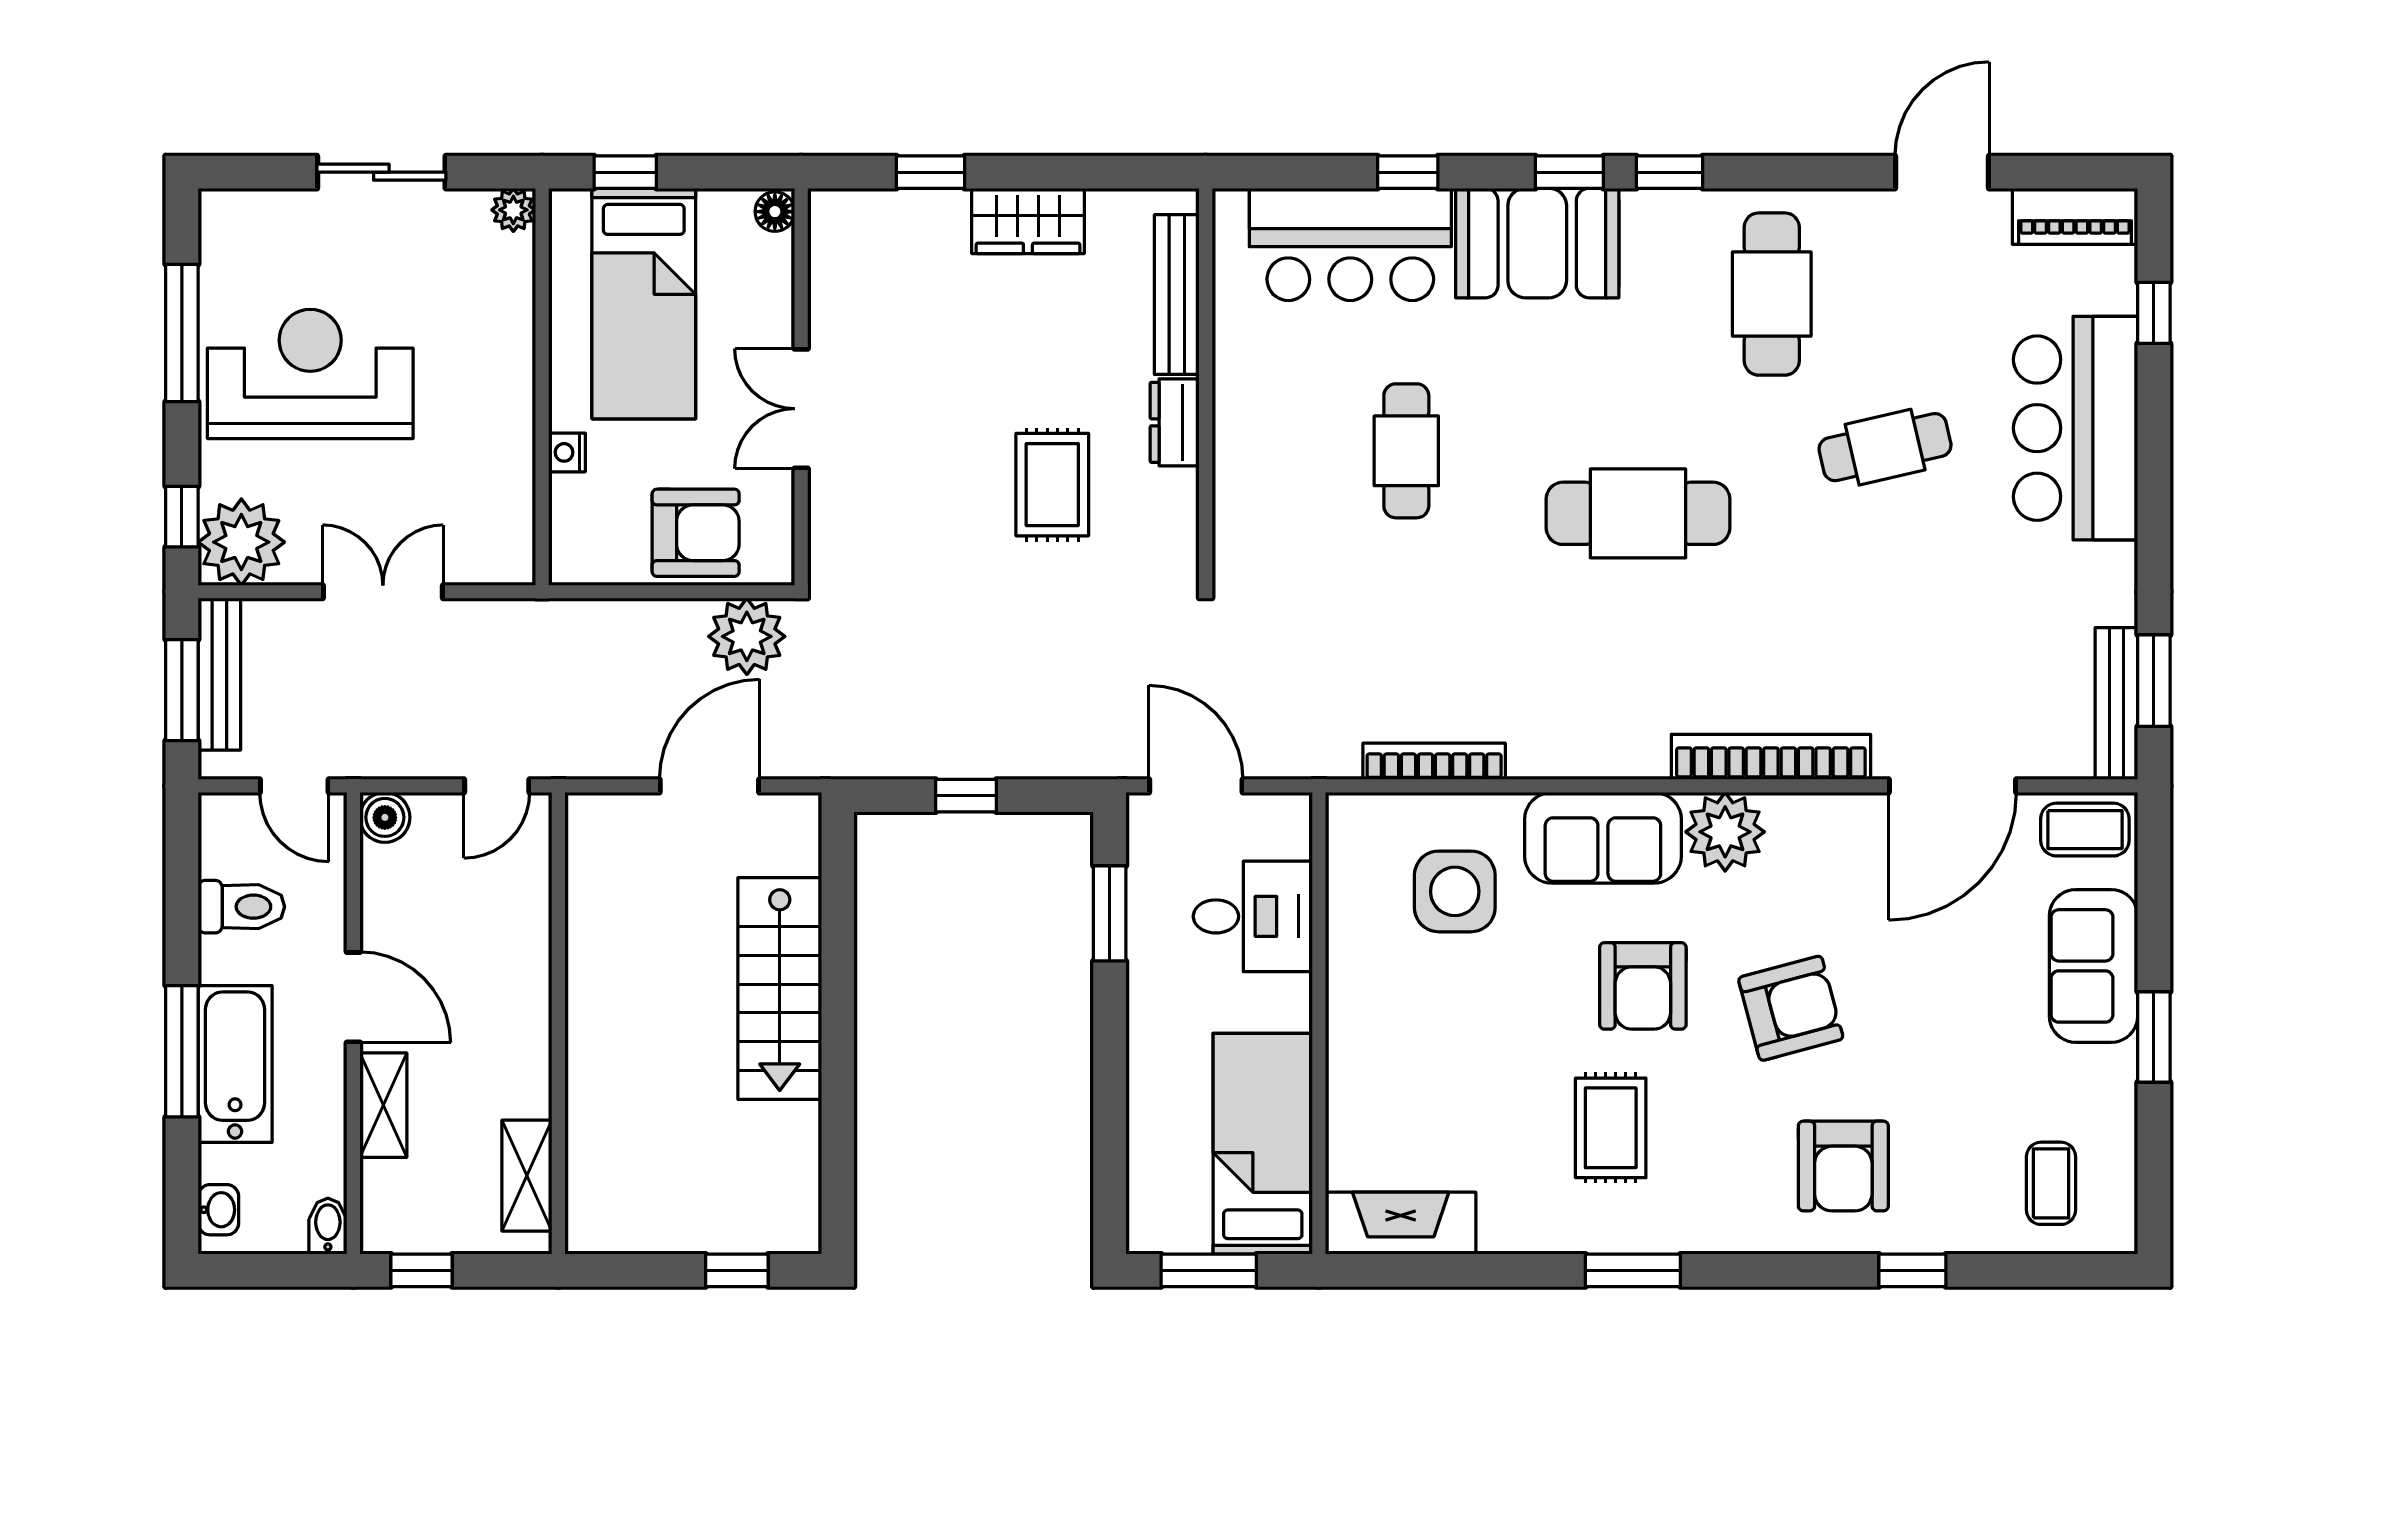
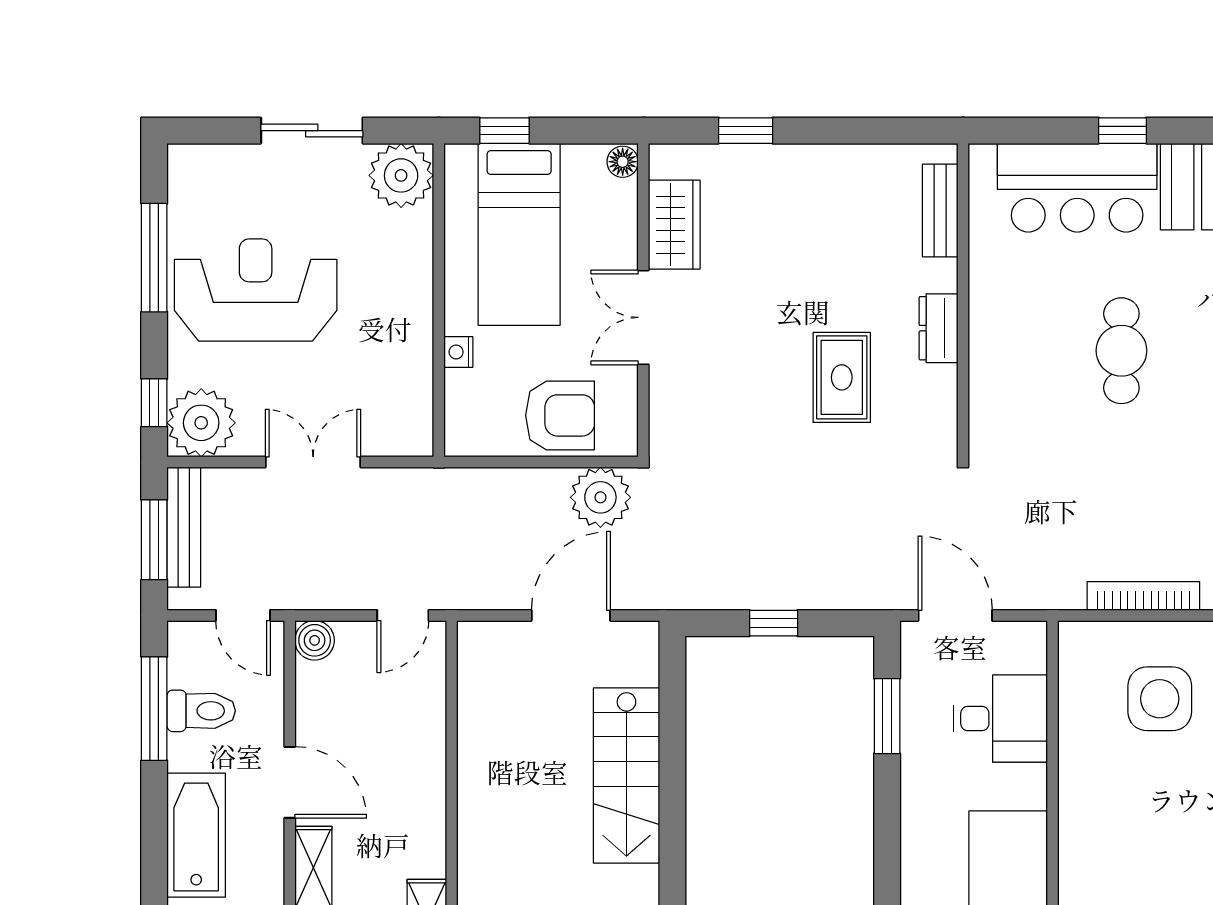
plant: (513, 210) -> (401, 175), width x1.87, depth x1.87
wardrobe: (1028, 221) -> (674, 225), moved, turned -90
bench: (1177, 295) -> (940, 210), width x0.73
window: (182, 1051) -> (154, 709), moved

